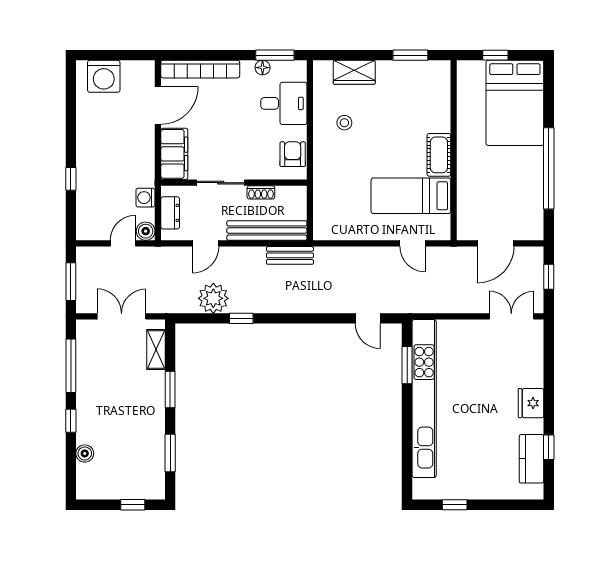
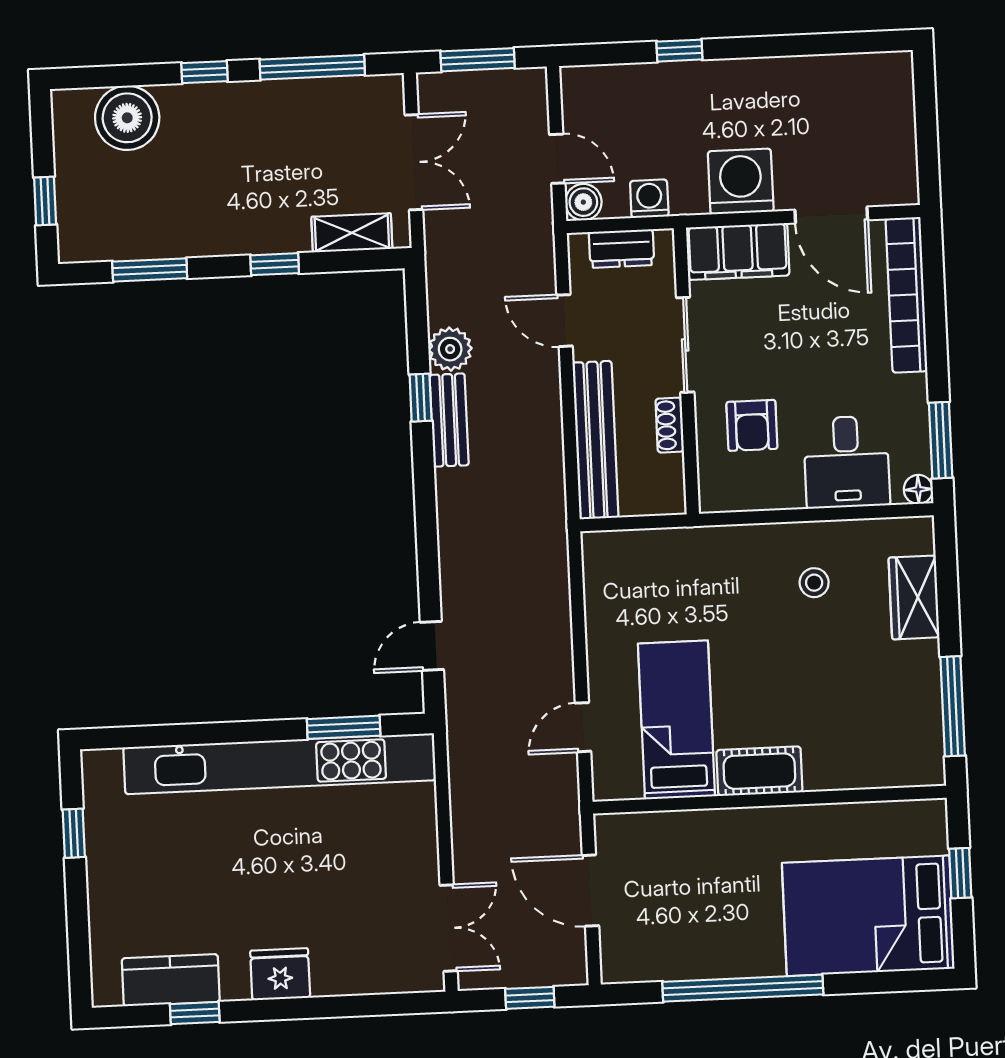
window: (410, 55) -> (953, 706), width x1.44
floor lamp: (263, 68) -> (918, 489), moved
washing machine: (104, 76) -> (741, 181), moved, turned 90
armchair: (293, 154) -> (752, 425), moved, turned 90
bench: (290, 255) -> (449, 420), moved
plant: (213, 298) -> (450, 349), width x0.73, depth x0.73
window: (170, 389) -> (275, 264), width x0.67
boiler: (85, 453) -> (127, 118), width x1.86, depth x1.86

